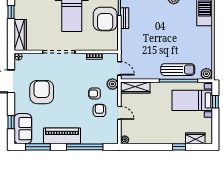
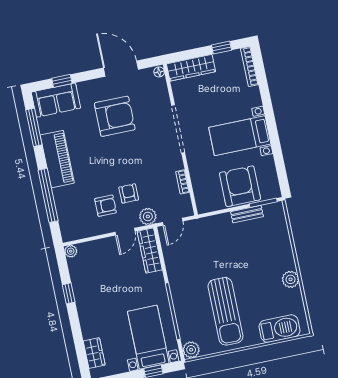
armchair: (105, 19) -> (240, 186), turned 90
sun lounger: (178, 70) -> (225, 311), moved, width x1.36, depth x1.34
door: (119, 113) -> (125, 232), moved
window: (179, 147) -> (69, 293), moved

